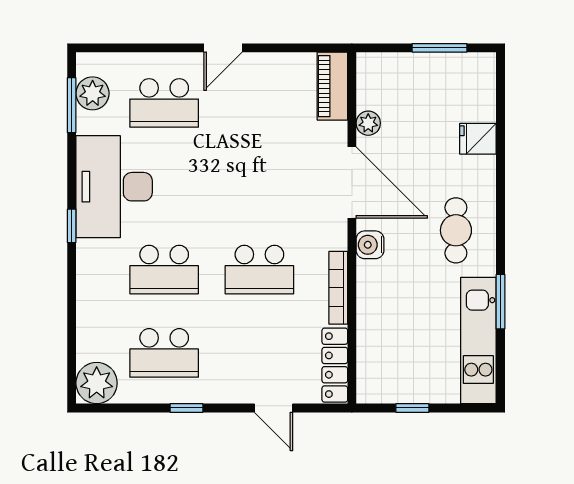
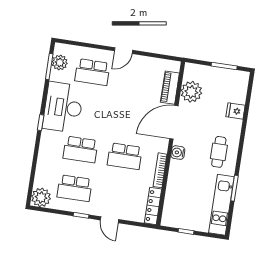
piano: (332, 86) -> (170, 88), moved
plant: (368, 123) -> (191, 92), width x1.87, depth x1.87
door: (352, 182) -> (174, 122), swing flipped
door: (274, 408) -> (109, 220), moved

